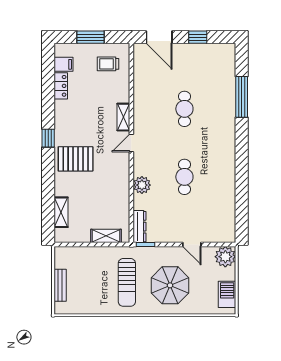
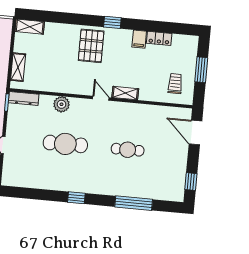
door: (159, 37) -> (195, 133), hinge flipped
window: (198, 37) -> (191, 182), moved
filing cabinet: (63, 64) -> (139, 39), moved
window: (242, 159) -> (76, 198), added
cafe table: (184, 177) -> (65, 144), width x1.37, depth x1.35
shelving: (61, 212) -> (30, 27), moved

